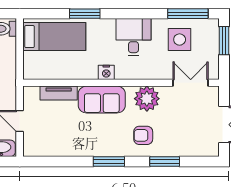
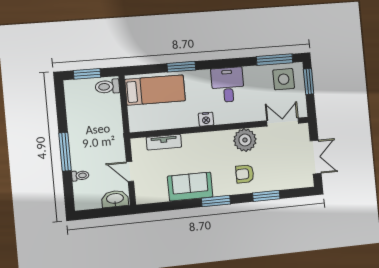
side table: (180, 40) -> (284, 79), moved
sofa: (102, 100) -> (190, 187), moved, turned 180

